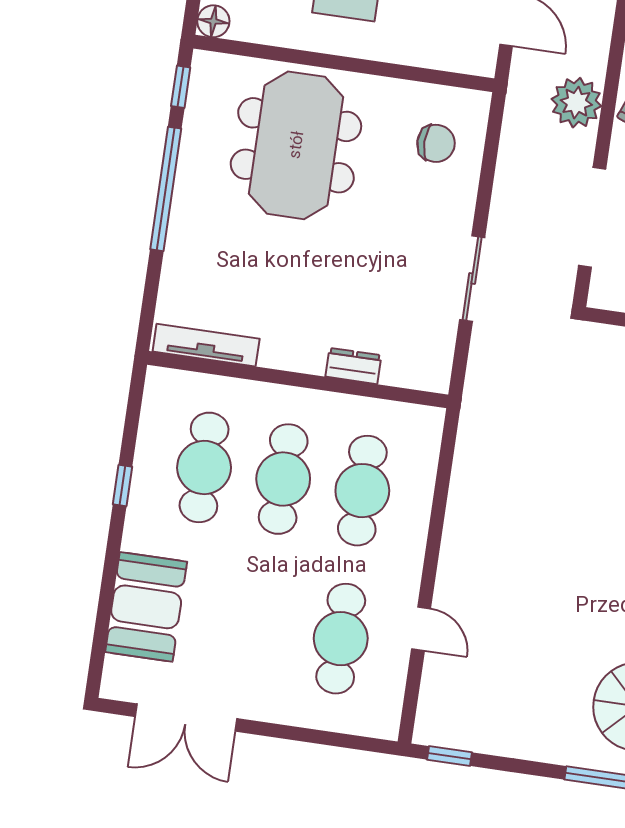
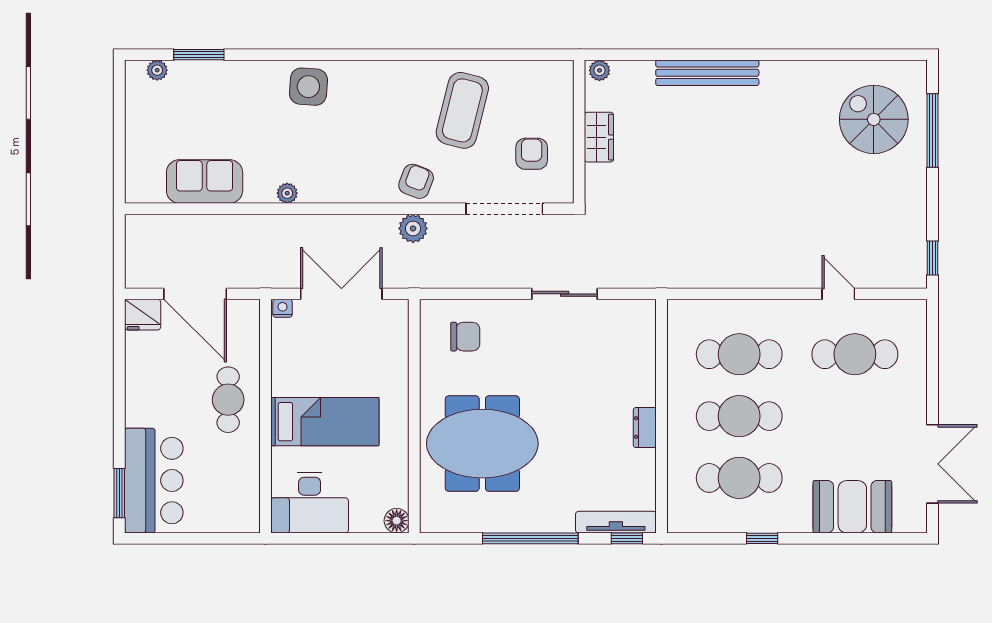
window: (181, 87) -> (627, 538), moved
plant: (576, 103) -> (413, 228), width x0.73, depth x0.73
chair: (436, 143) -> (465, 337), turned 90
tv unit: (206, 345) -> (616, 522), moved, turned 90
dresser: (353, 366) -> (645, 427), moved
door: (421, 629) -> (838, 294), hinge flipped

